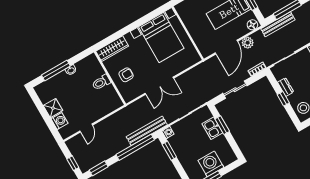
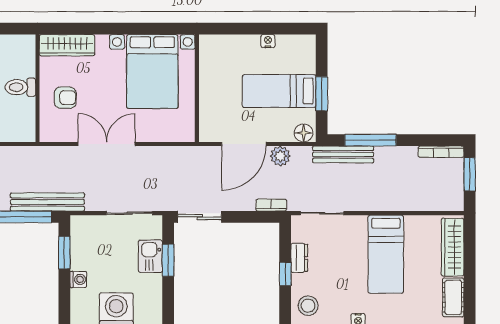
double door: (159, 86) -> (107, 144), swing flipped
sliding door: (235, 90) -> (200, 217), moved
washing machine: (168, 132) -> (78, 279), moved

